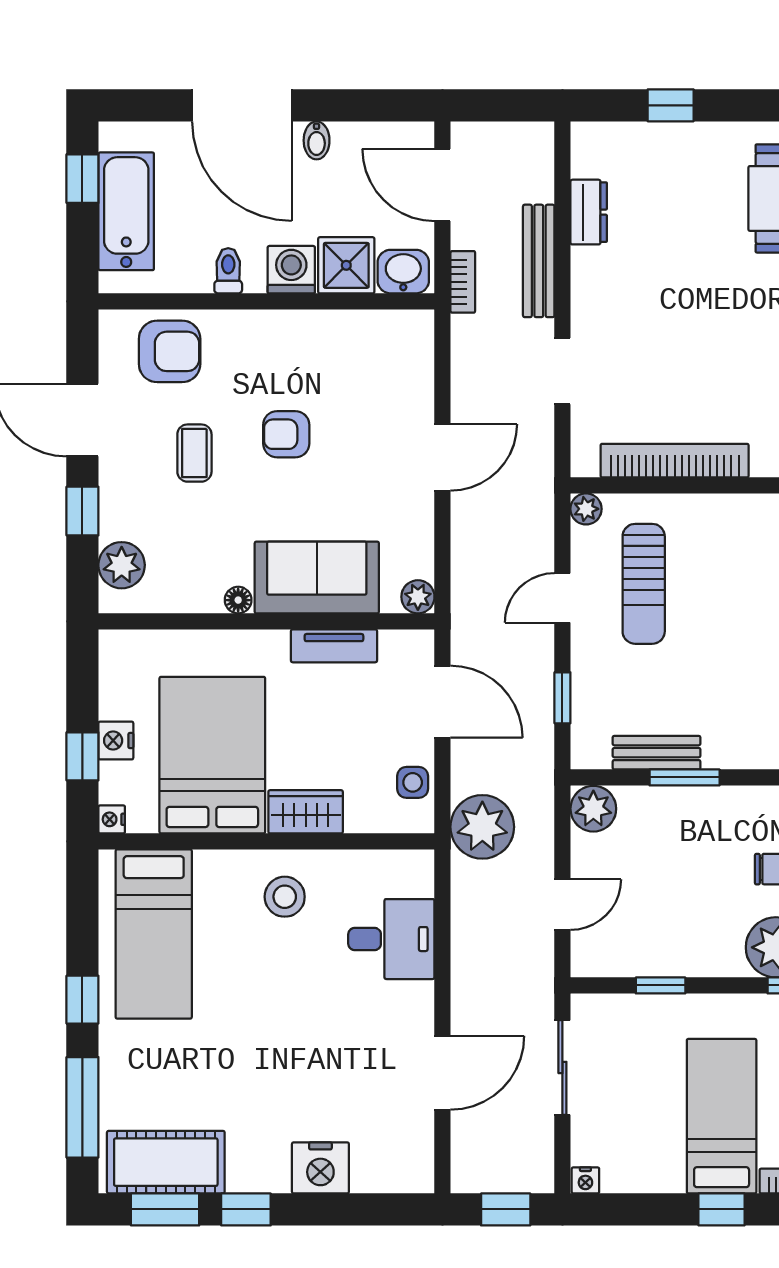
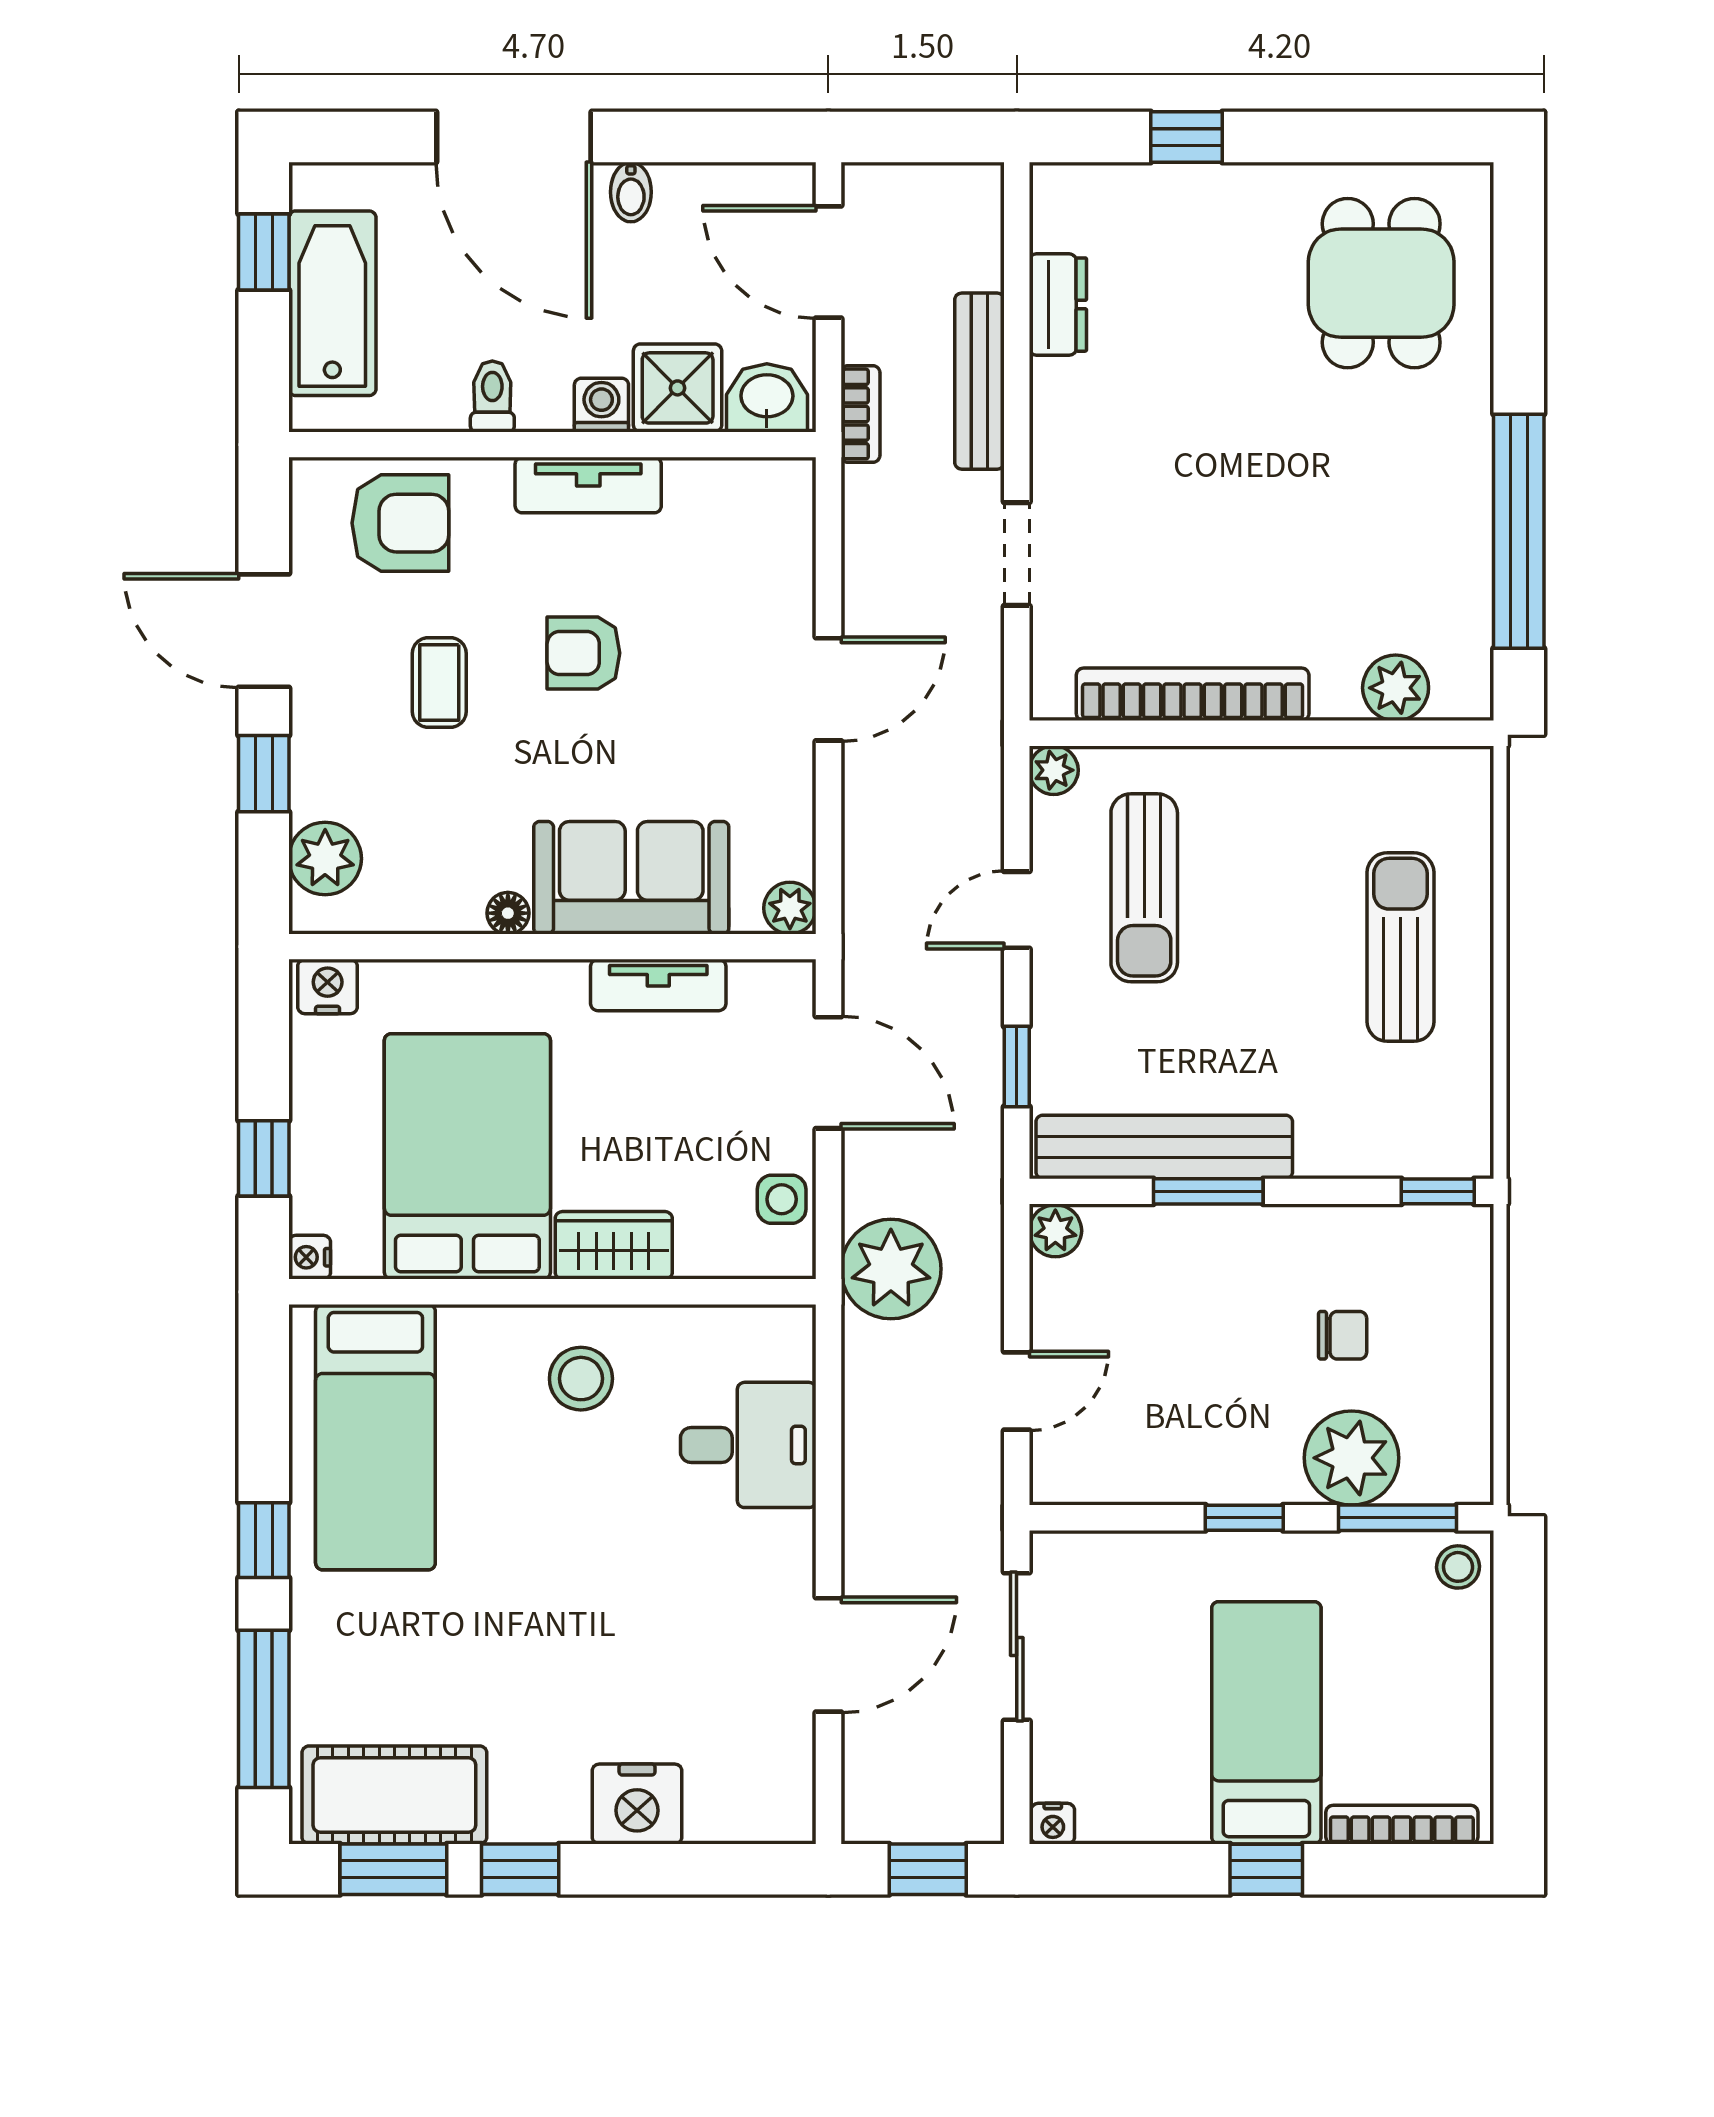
washing machine: (291, 270) -> (601, 405), width x0.73, depth x0.73
tv unit: (289, 327) -> (588, 485), added
nightstand: (116, 741) -> (328, 986), moved, turned 90
bench: (657, 753) -> (1164, 1147), width x1.86, depth x1.21
plant: (593, 809) -> (1055, 1231), width x0.73, depth x0.73
window: (661, 985) -> (1244, 1518), moved

